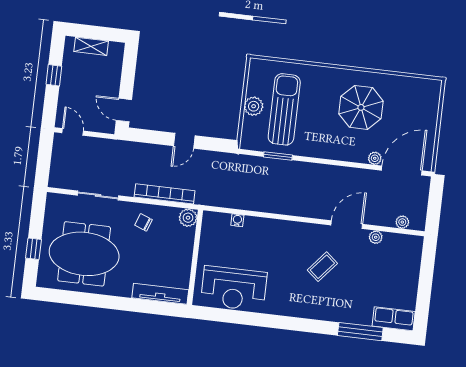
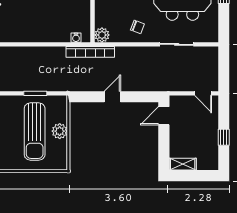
shelving: (91, 46) -> (183, 164), moved
door: (124, 110) -> (164, 116), swing flipped
bookcase: (165, 194) -> (90, 52), moved
water cooler: (237, 220) -> (76, 38), moved

